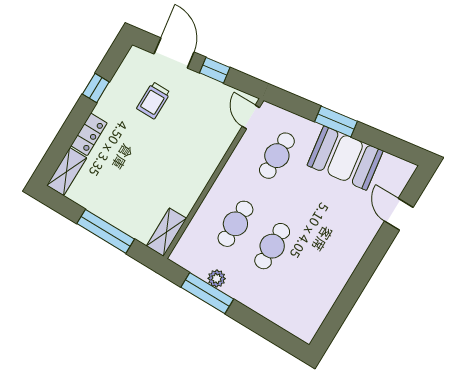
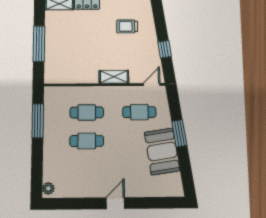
door: (174, 53) -> (160, 22), removed
door: (399, 214) -> (115, 203), moved
shelving: (166, 232) -> (114, 77), moved
plant: (217, 278) -> (48, 188), moved

